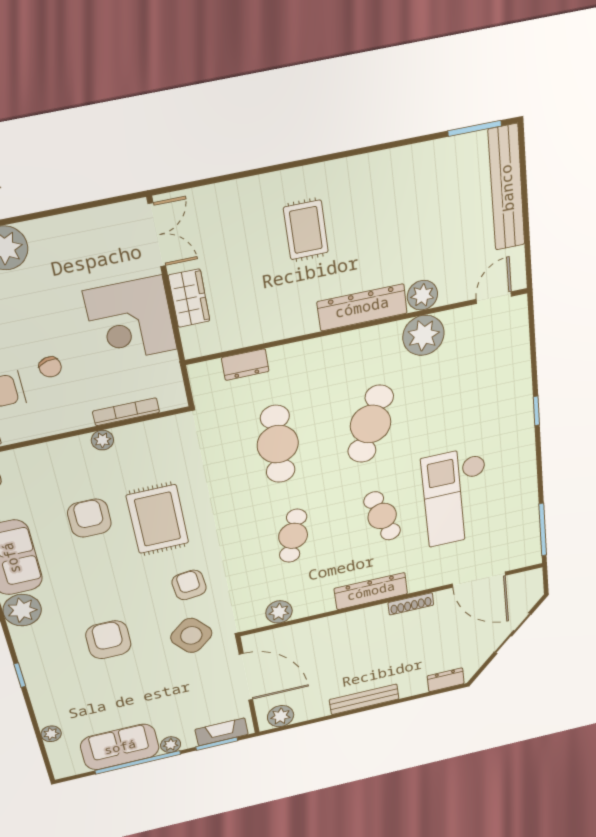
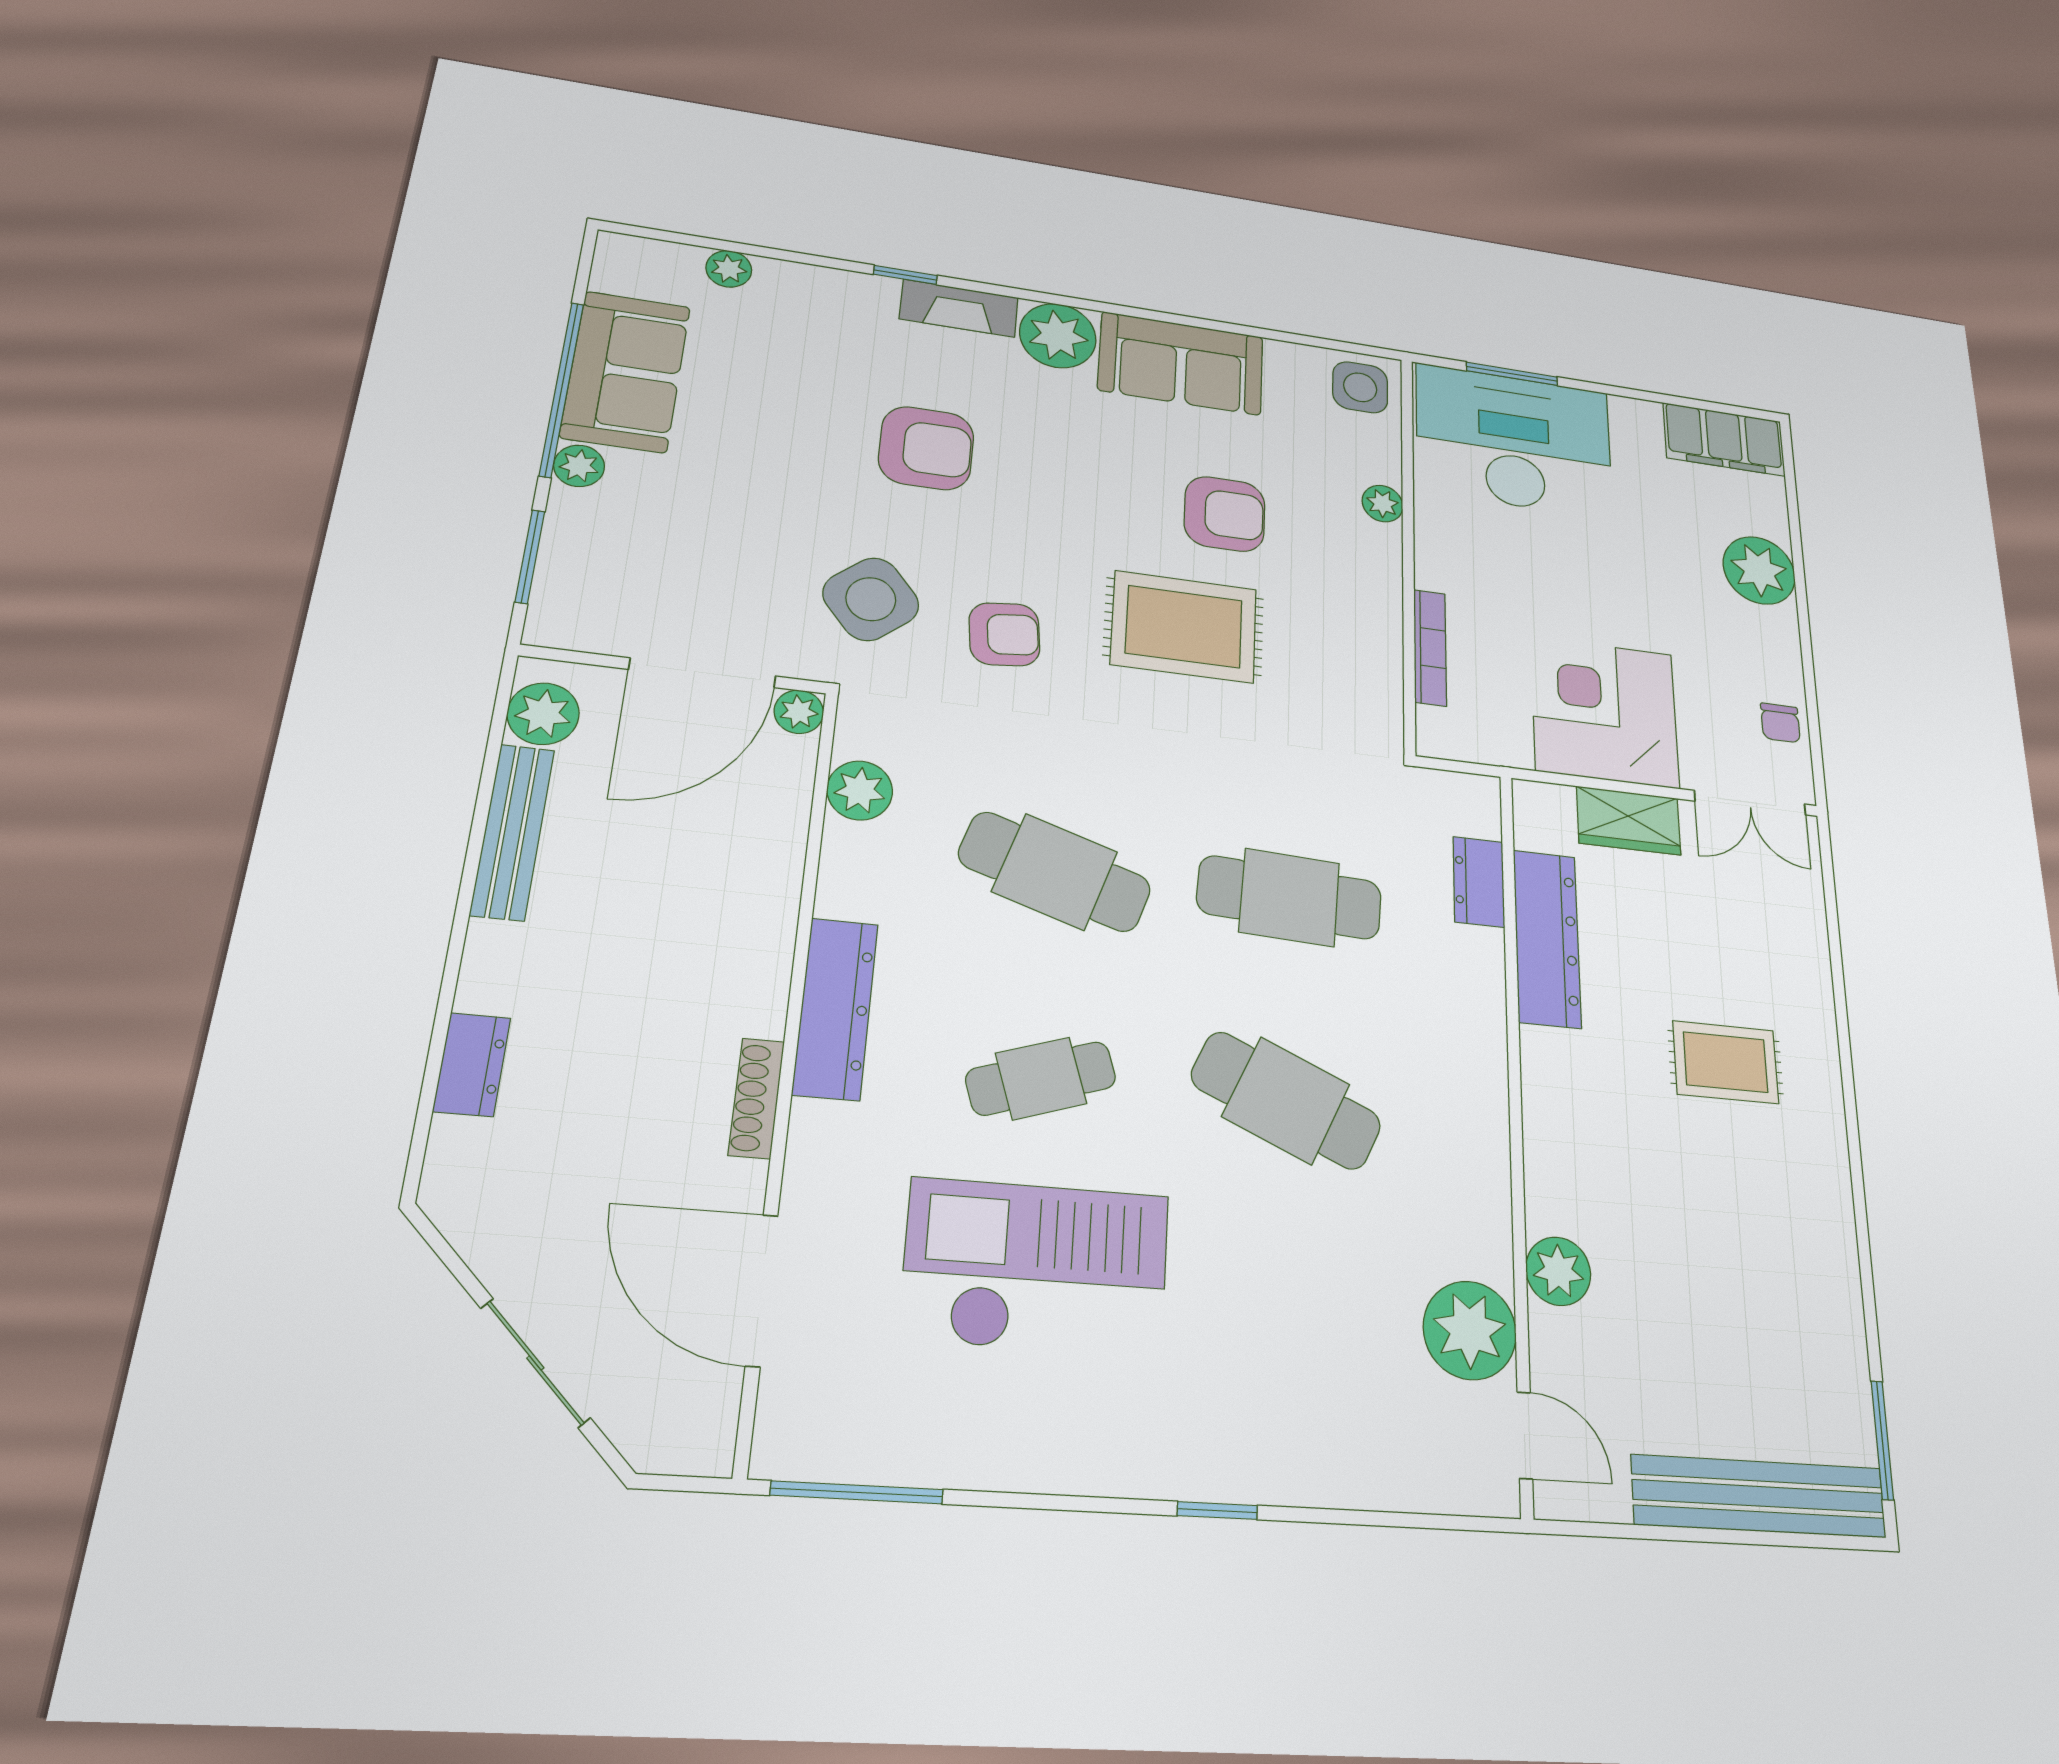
dresser: (362, 307) -> (1547, 938), moved
plant: (423, 335) -> (1470, 1330), moved
chair: (50, 367) -> (1780, 723), moved, turned -76
plant: (102, 440) -> (1383, 504), moved
cafe table: (293, 536) -> (1055, 872), width x1.37, depth x1.35
door: (479, 580) -> (762, 1290), hinge flipped
plant: (252, 642) -> (799, 712), added
dresser: (446, 680) -> (472, 1064), moved
bench: (364, 699) -> (512, 832), moved
fireplace: (222, 732) -> (959, 308), moved, turned 90

